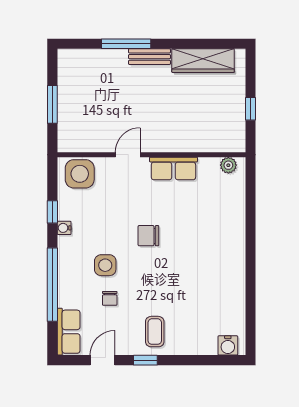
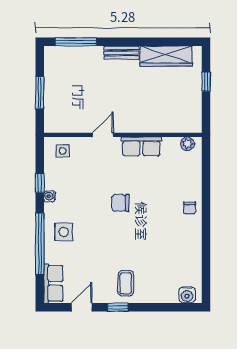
window: (126, 44) -> (76, 42), moved
window: (251, 109) -> (206, 82), moved
side table: (80, 174) -> (63, 151), width x0.54, depth x0.54
side table: (105, 265) -> (64, 232), moved
chair: (110, 298) -> (190, 208), moved

